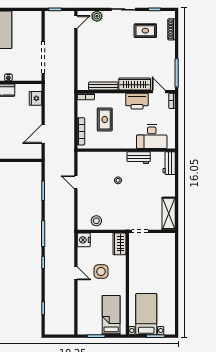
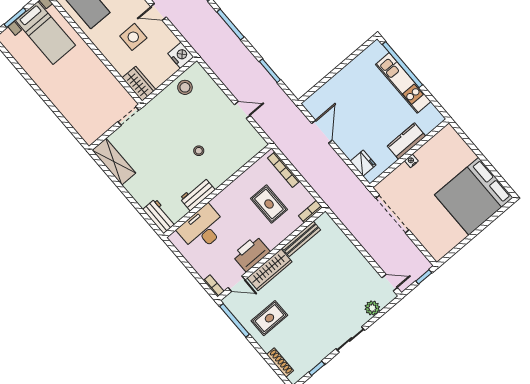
door: (76, 22) -> (390, 283), swing flipped
rug: (145, 31) -> (269, 318), moved

